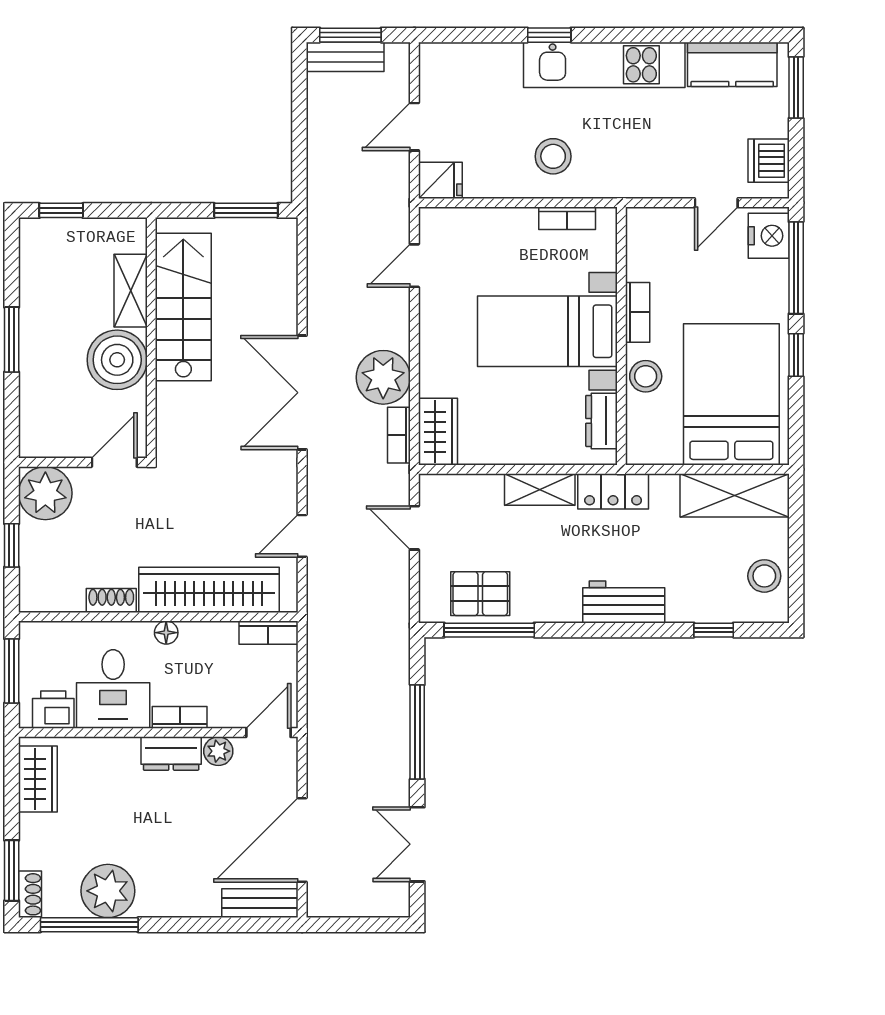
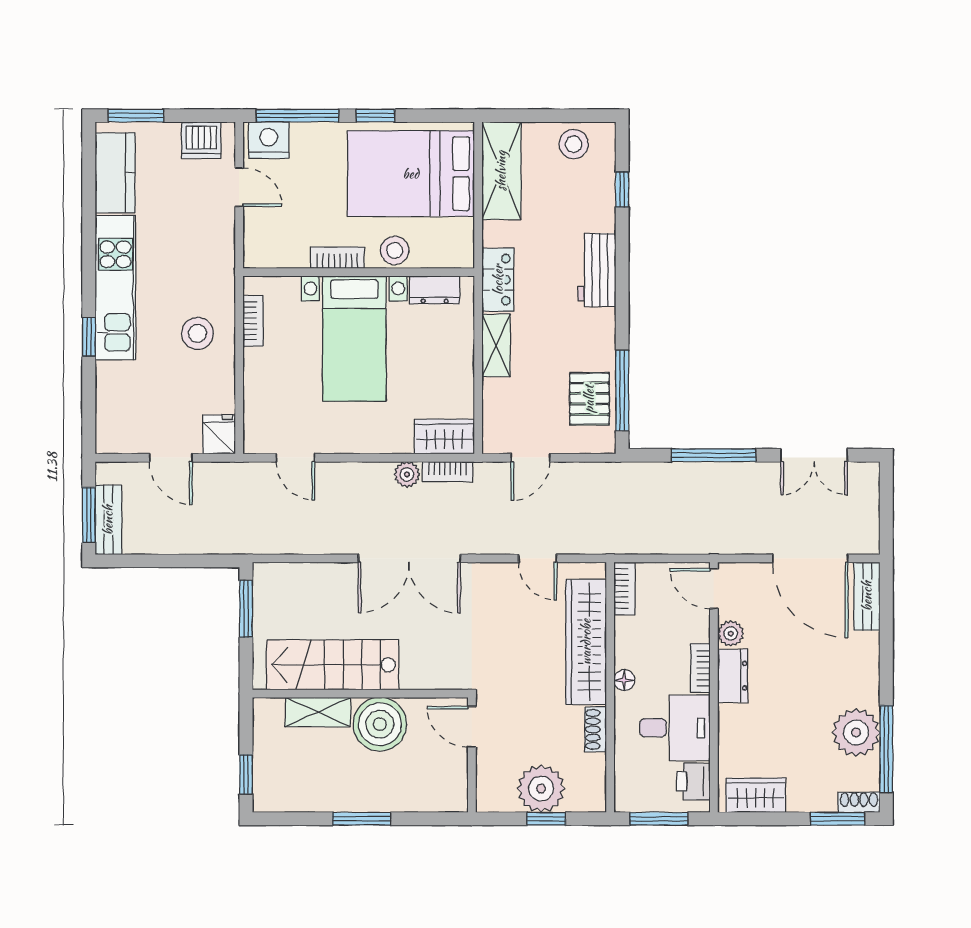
plant: (383, 377) -> (407, 474), width x0.53, depth x0.53
plant: (45, 493) -> (541, 789), moved

